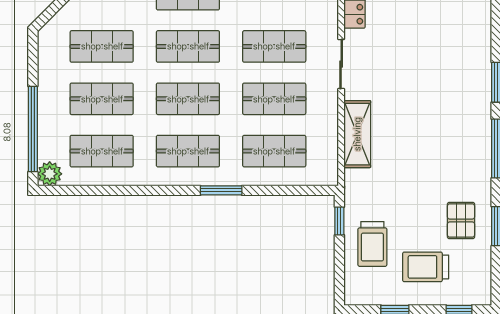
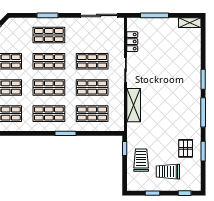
trolley: (372, 244) -> (141, 160), turned 180

